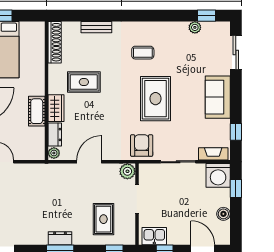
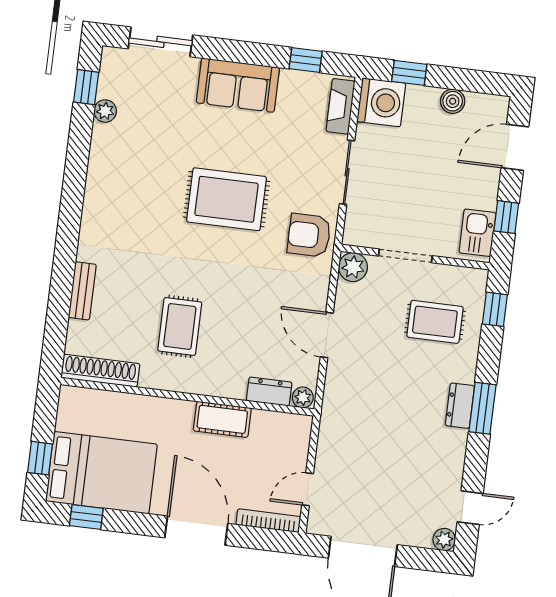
coffee table: (143, 53) -> (139, 212), removed
wardrobe: (56, 108) -> (221, 383), removed

